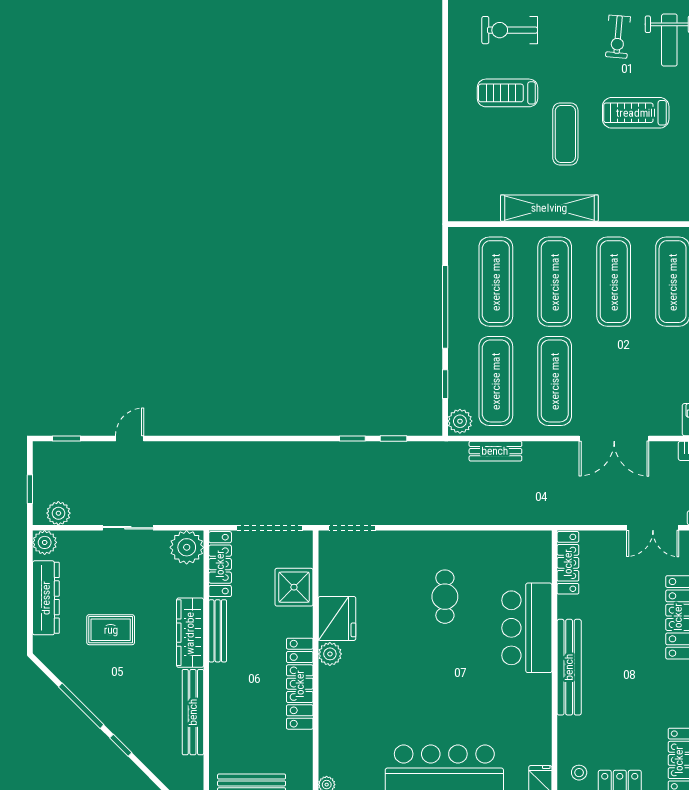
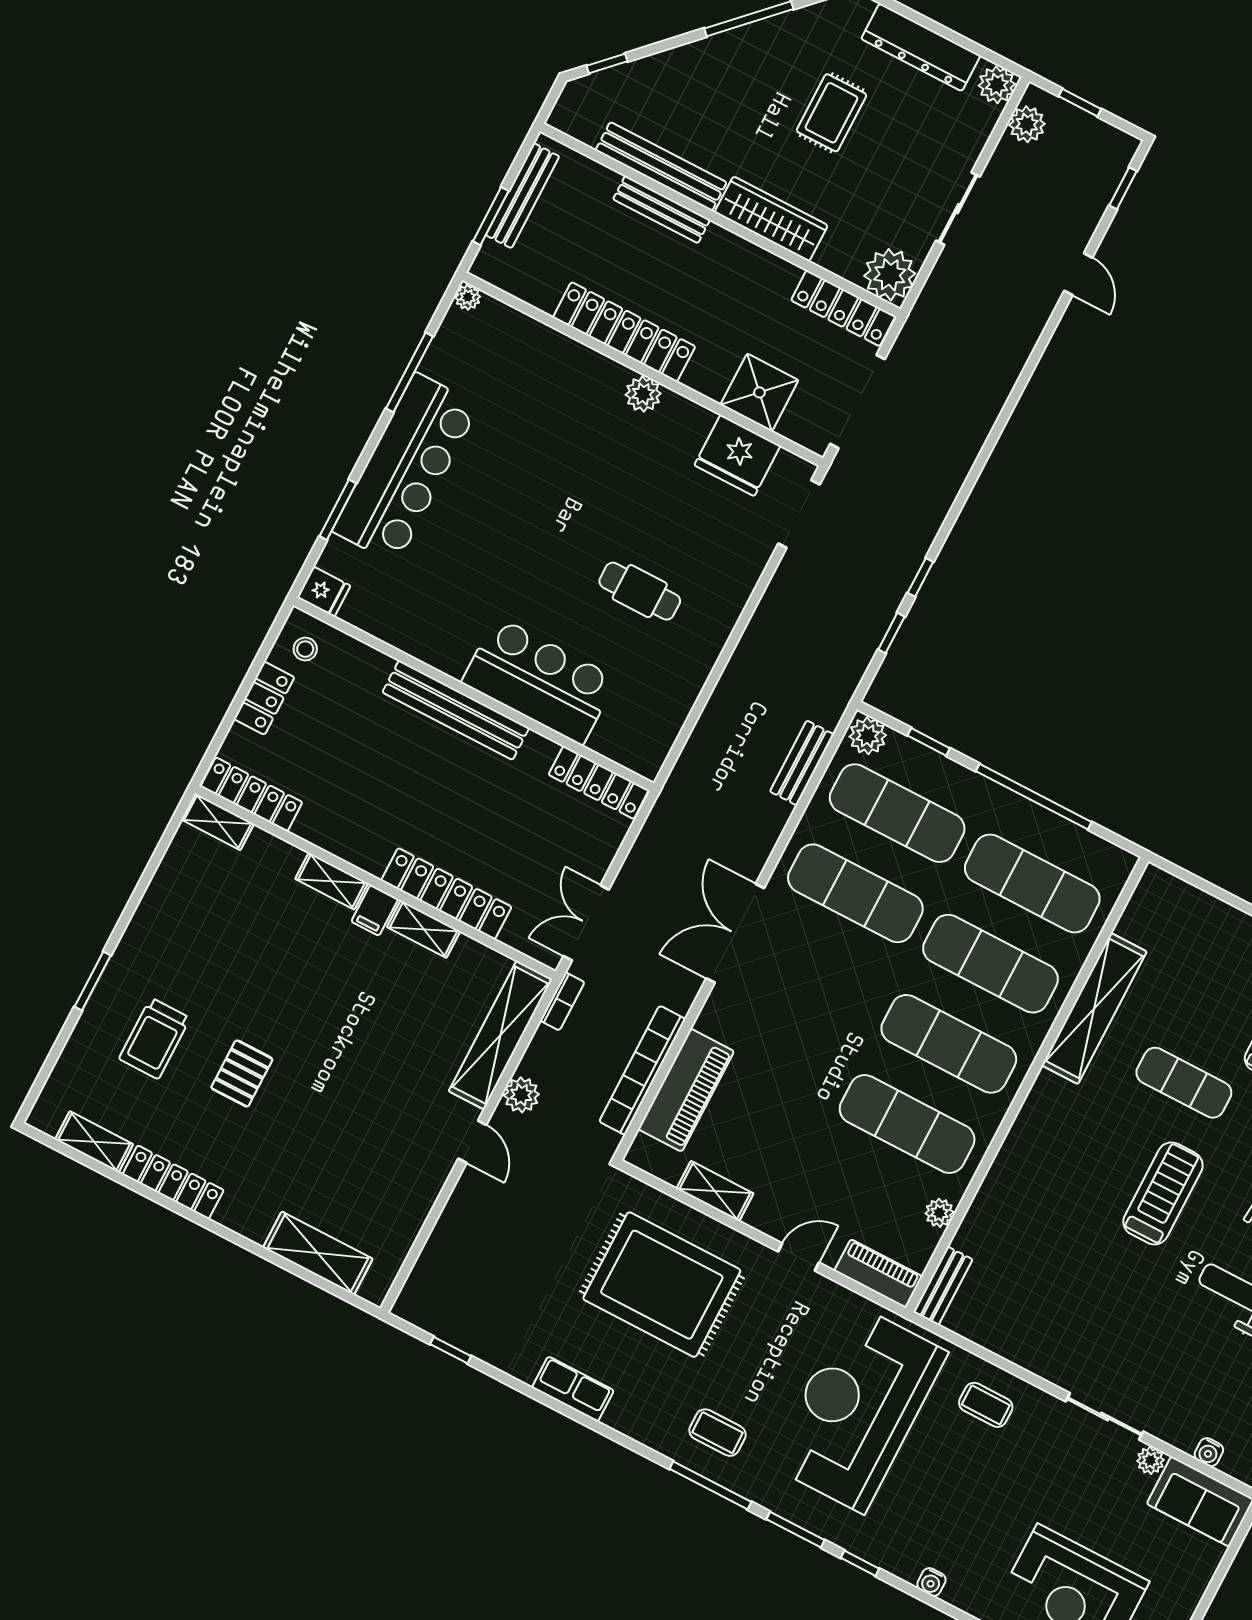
fridge: (337, 618) -> (737, 455), moved
bench: (218, 631) -> (662, 210), moved
window: (121, 745) -> (607, 63), moved

